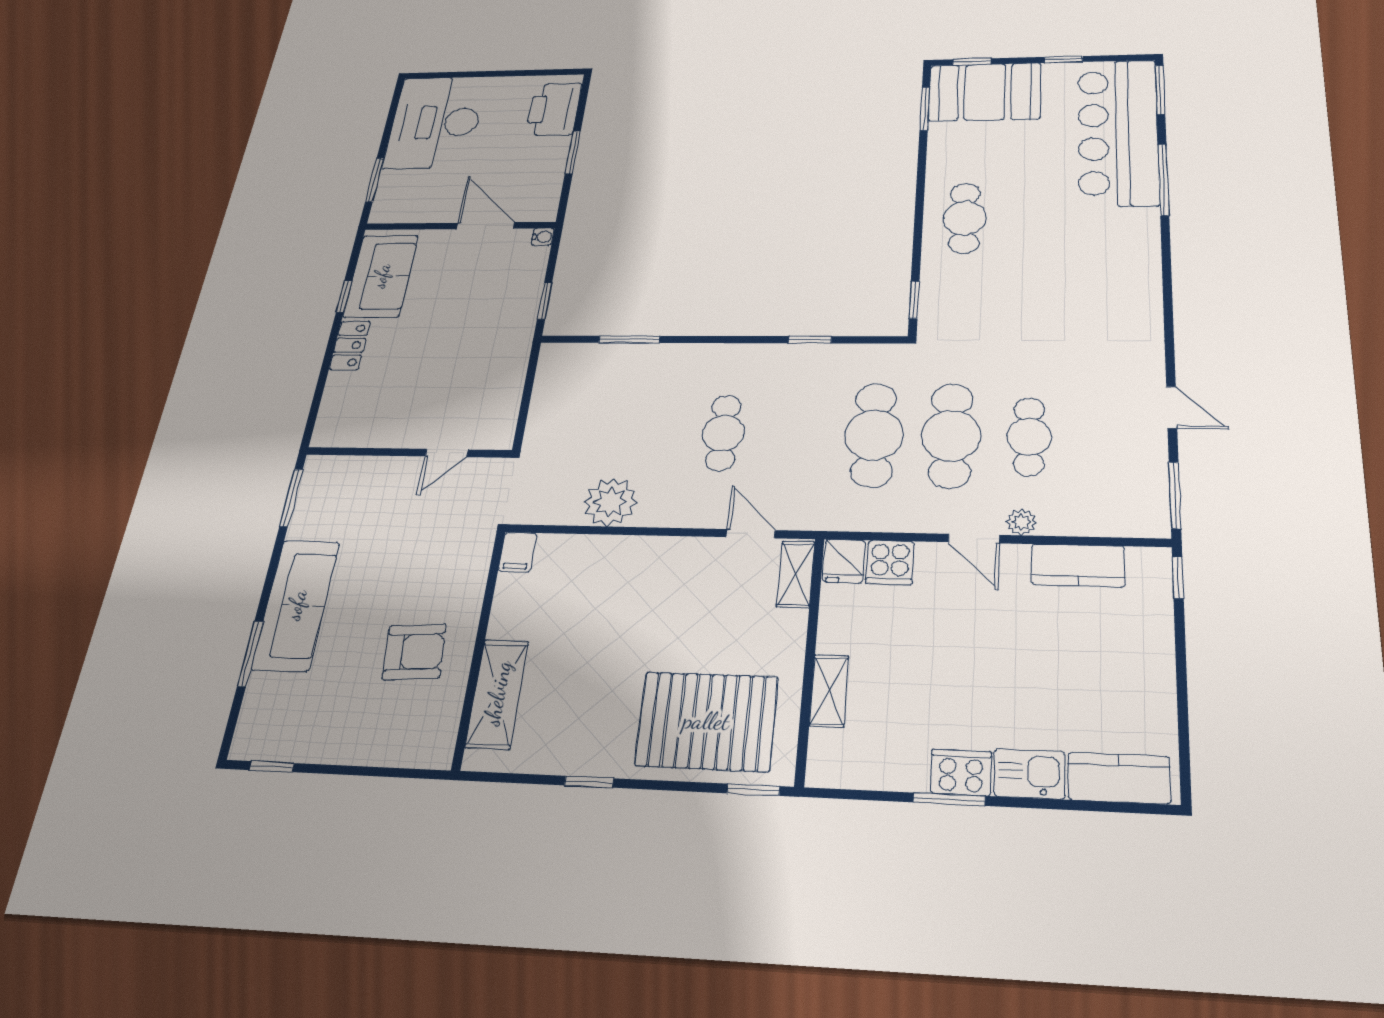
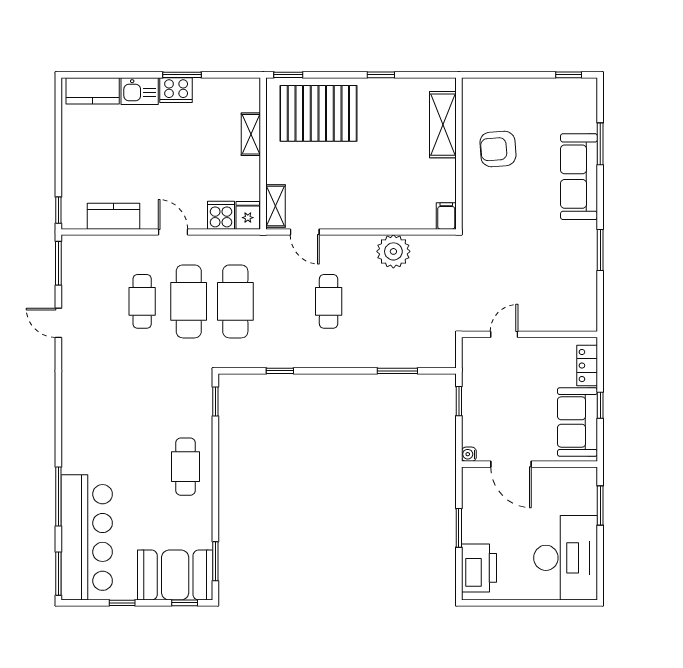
wall: (408, 452) -> (529, 334), moved
door: (447, 453) -> (504, 334), moved
plant: (1021, 522) -> (146, 243), removed

